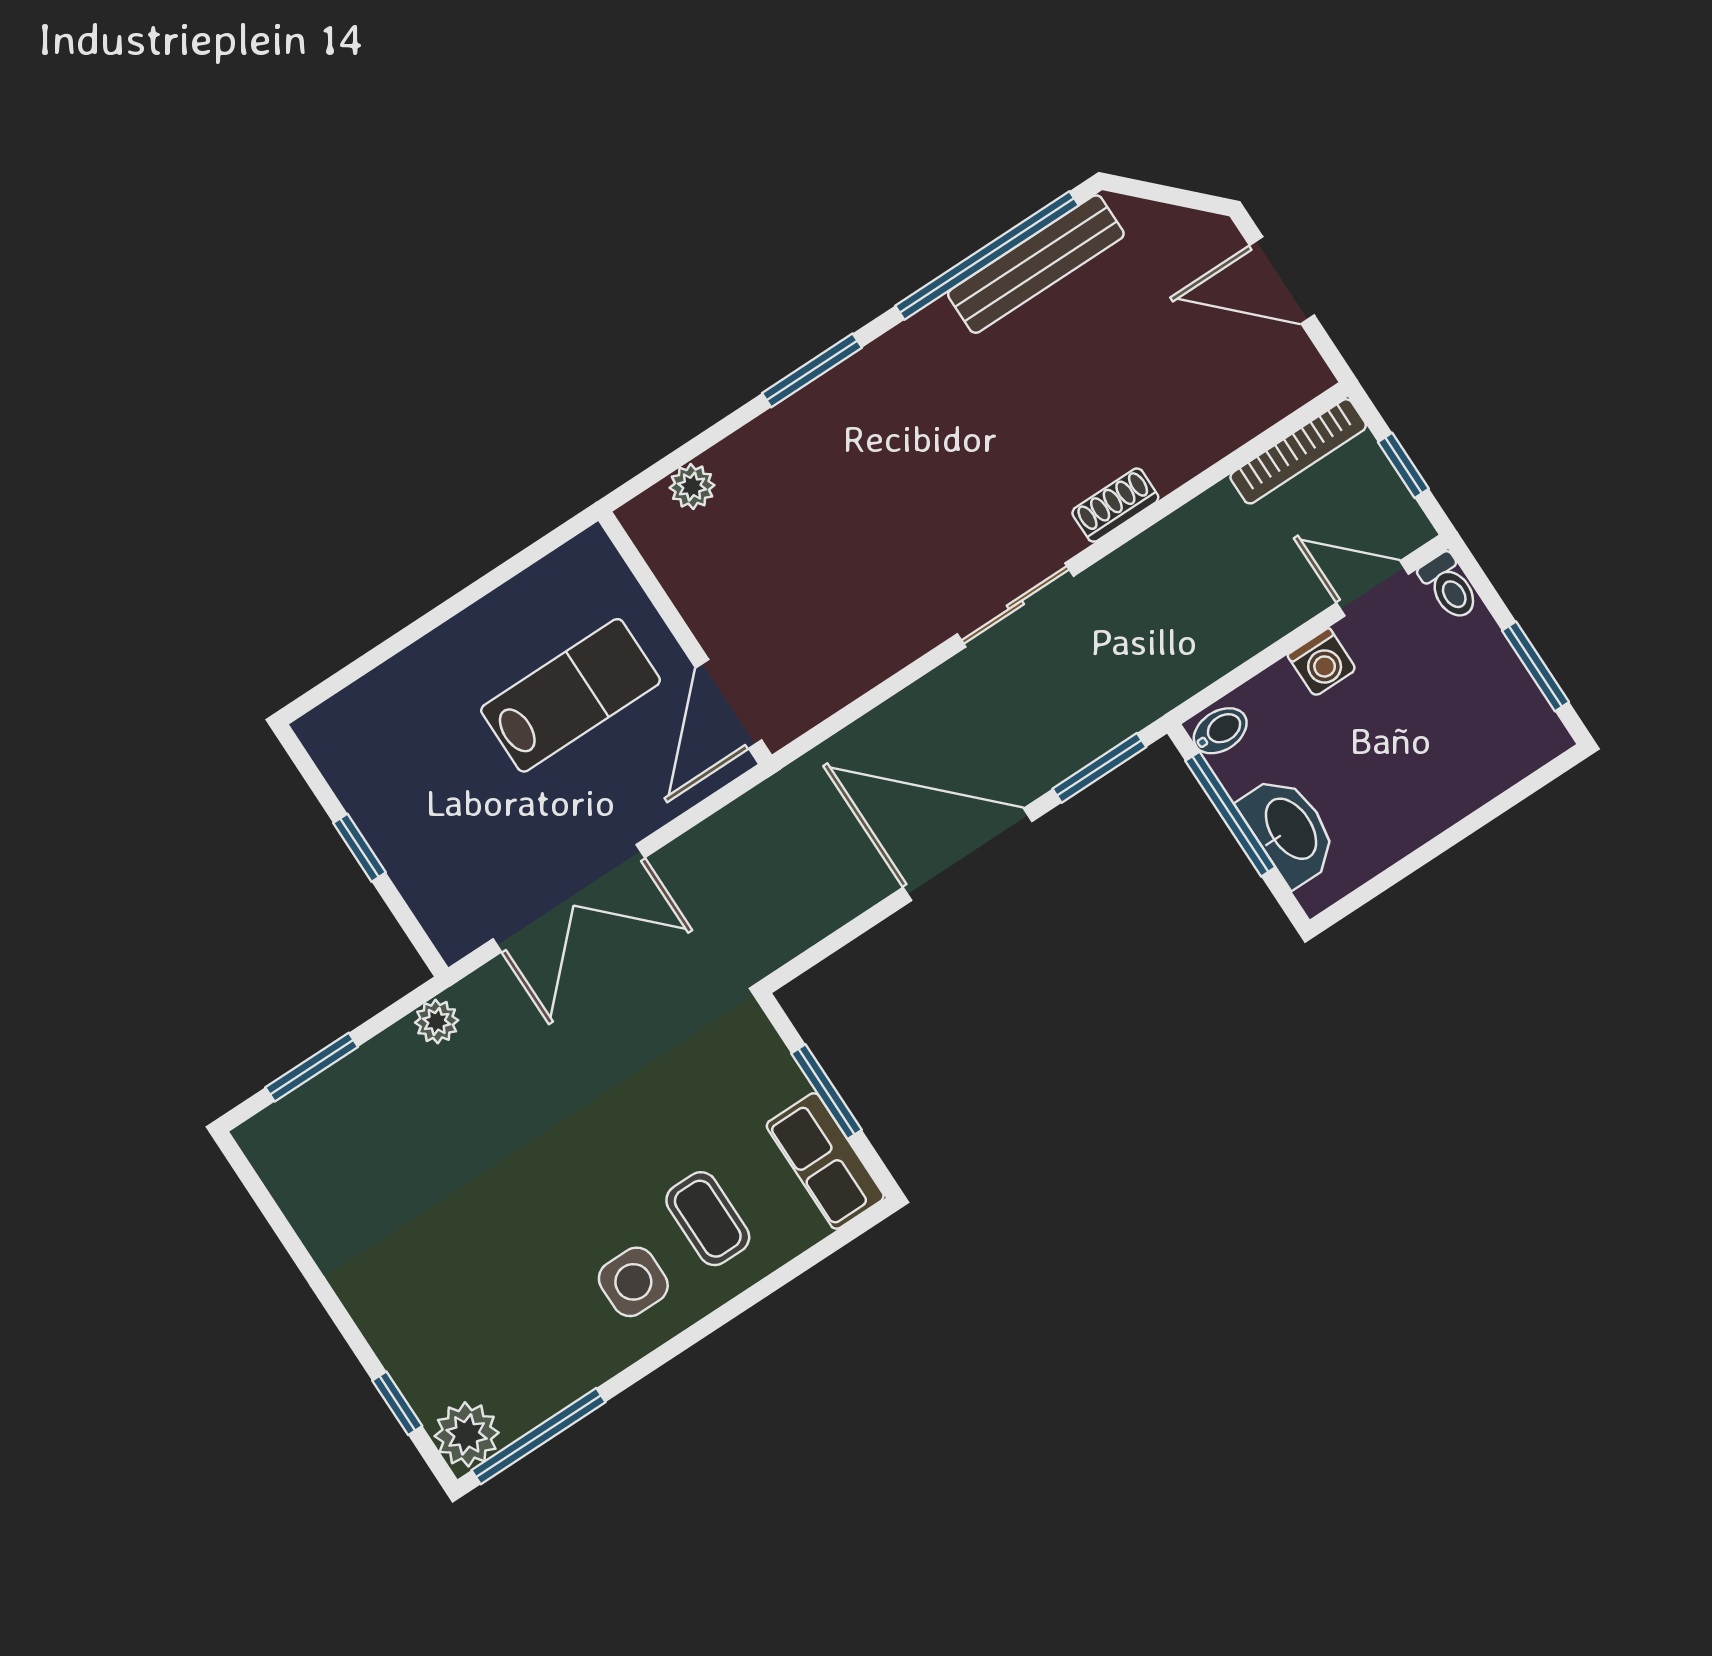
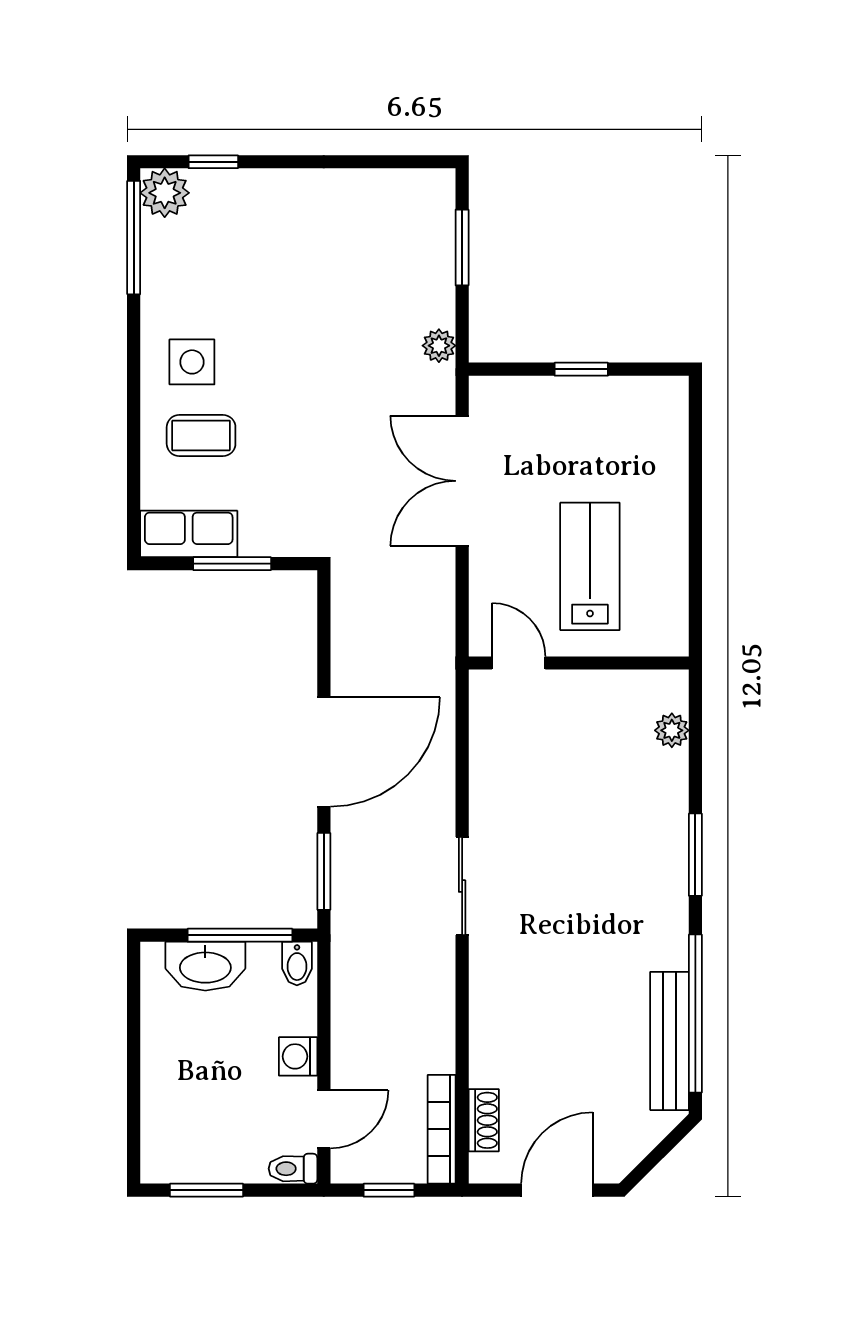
shoe rack: (1115, 505) -> (484, 1120), moved
lab bench: (571, 695) -> (590, 566), turned 180
door: (729, 704) -> (519, 663), width x0.73

